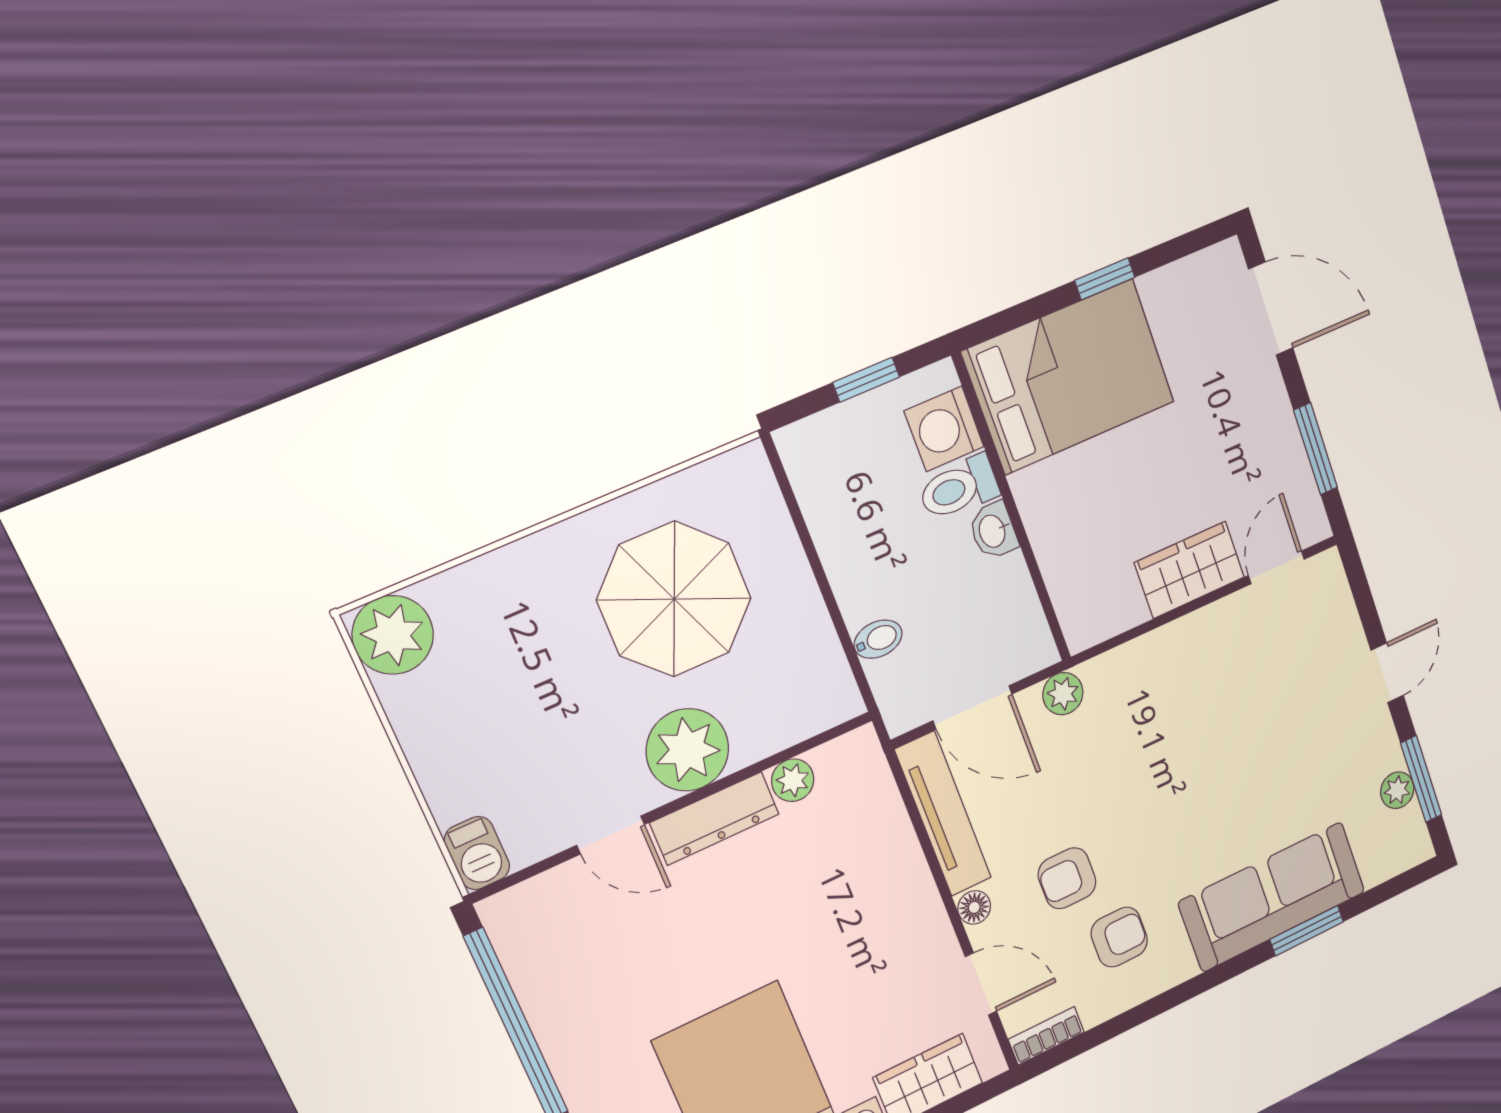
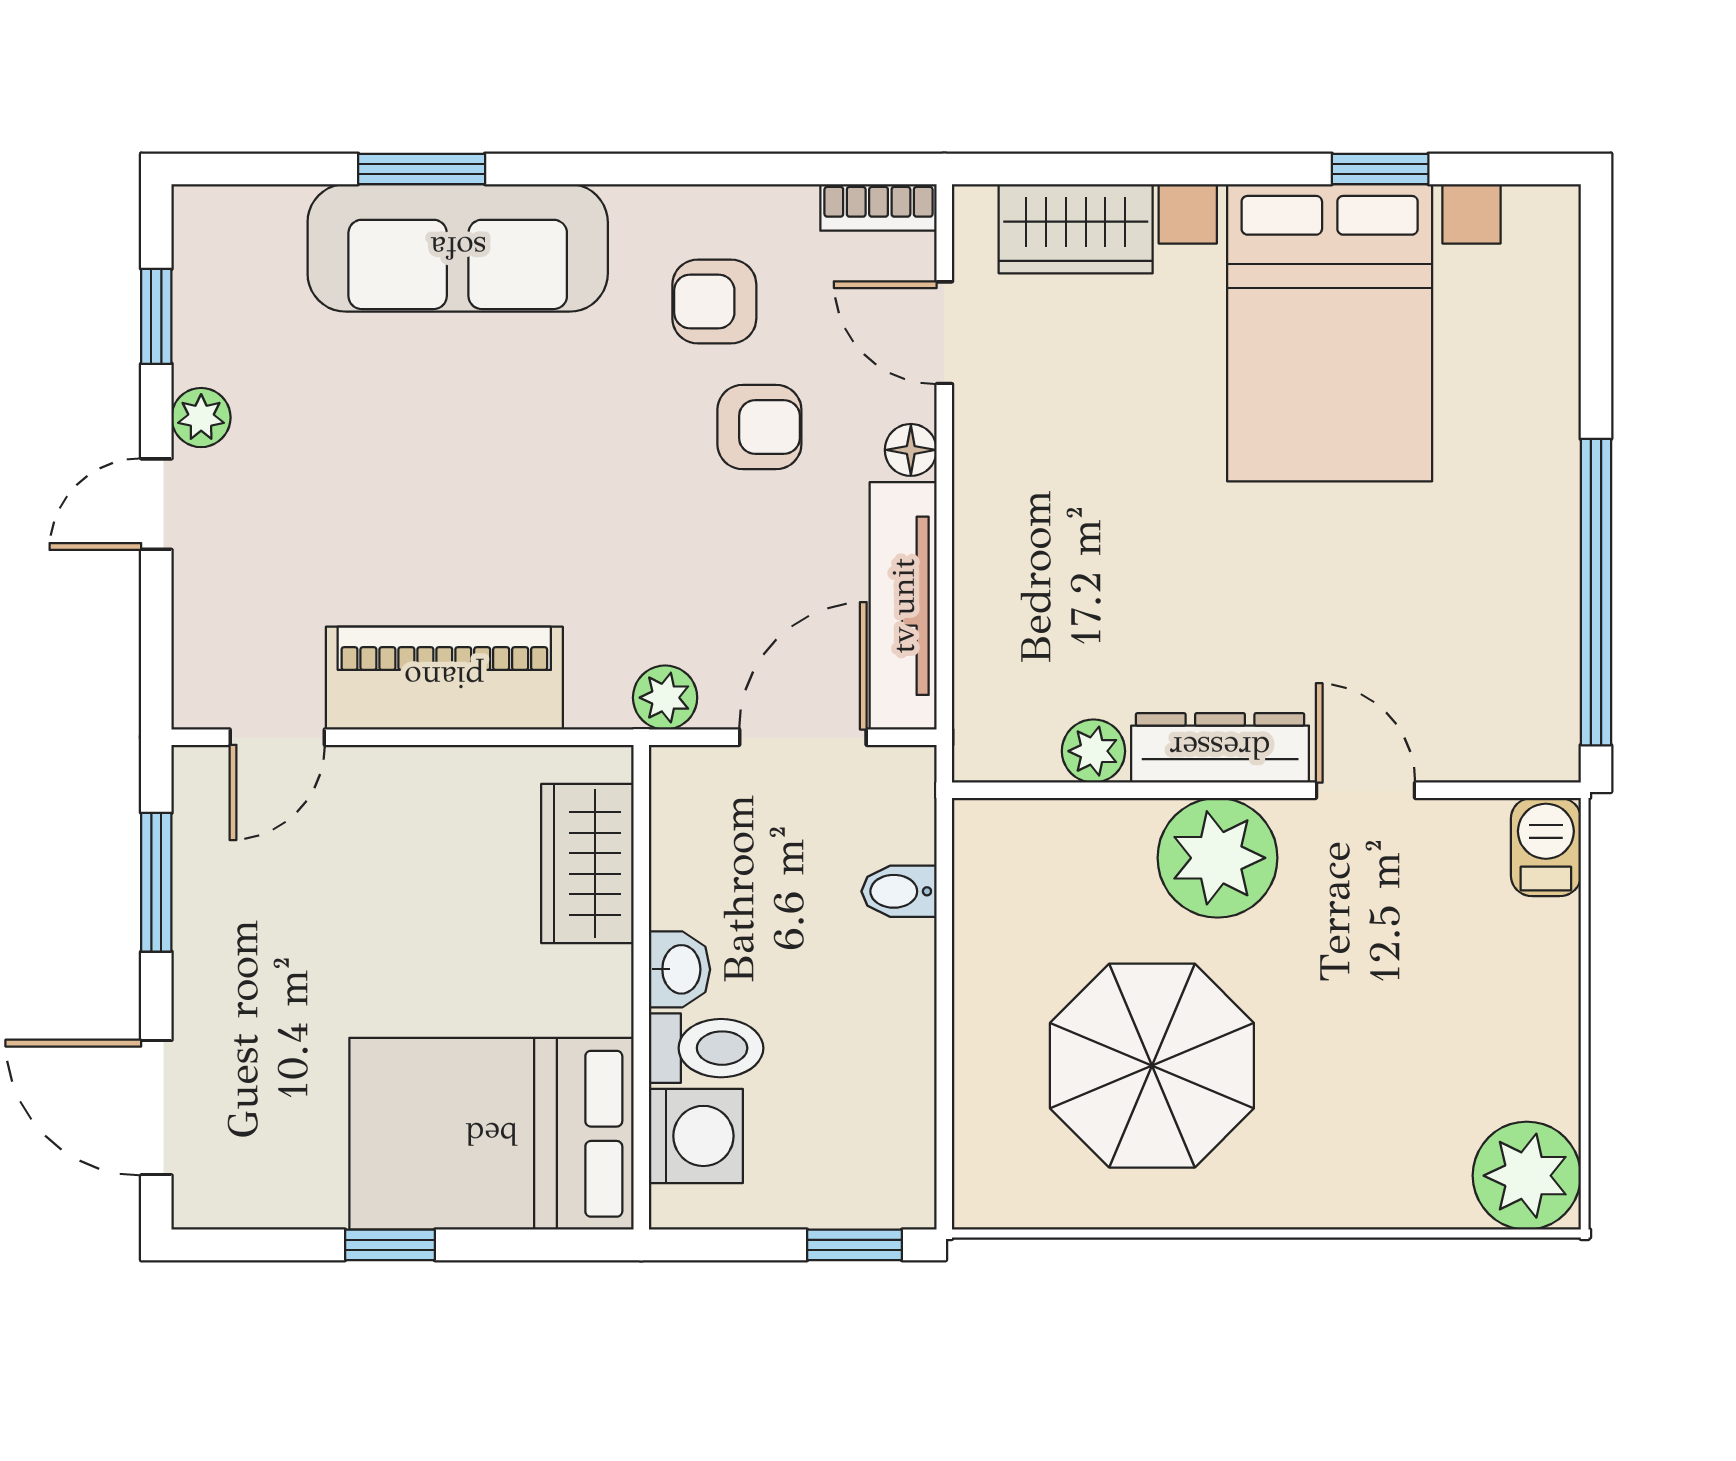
window: (866, 380) -> (855, 1245), moved
wardrobe: (1189, 570) -> (587, 863), moved, turned 90
piano: (1194, 646) -> (444, 678), added
door: (973, 707) -> (803, 737), hinge flipped
window: (1421, 779) -> (156, 316), width x0.67
plant: (1397, 790) -> (201, 418), moved

